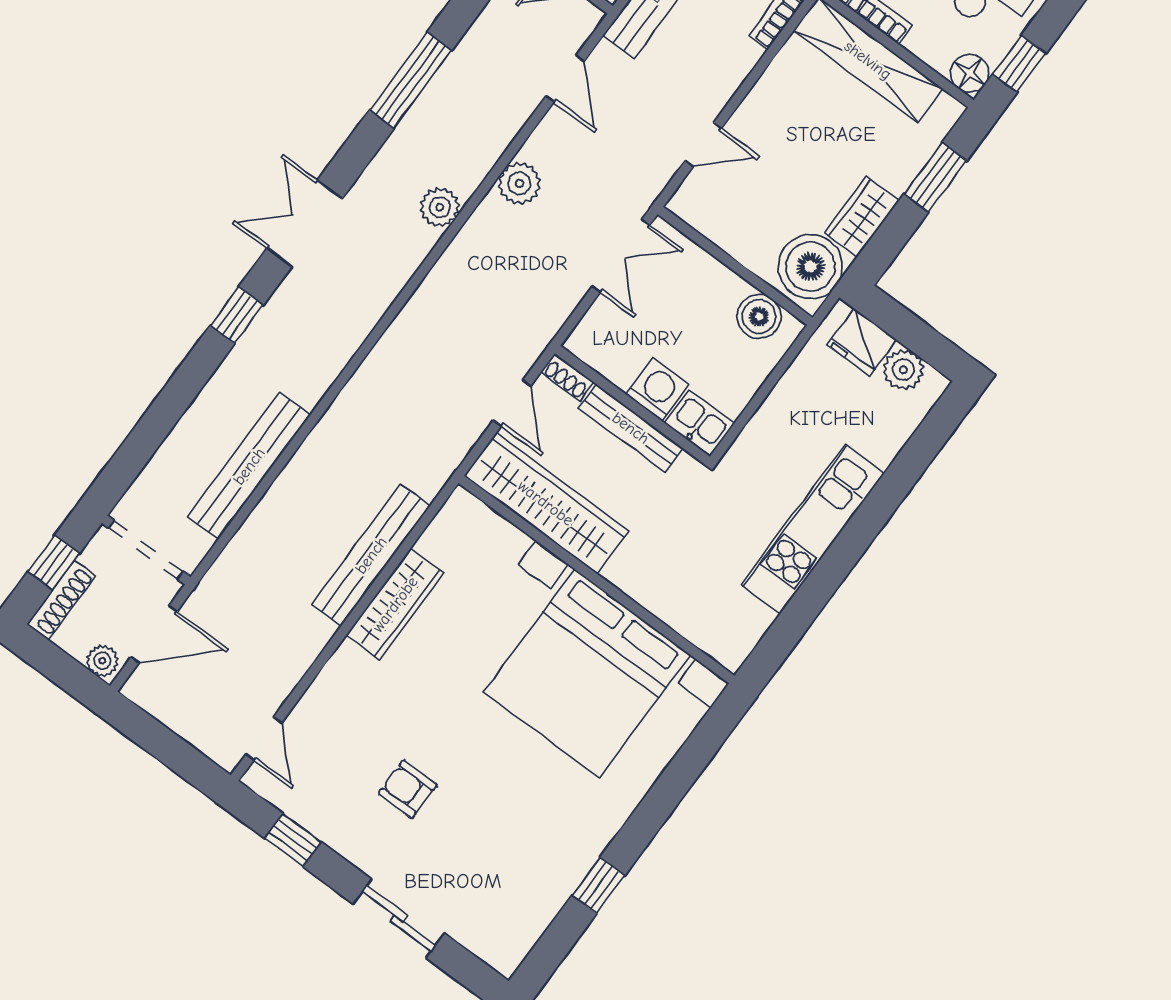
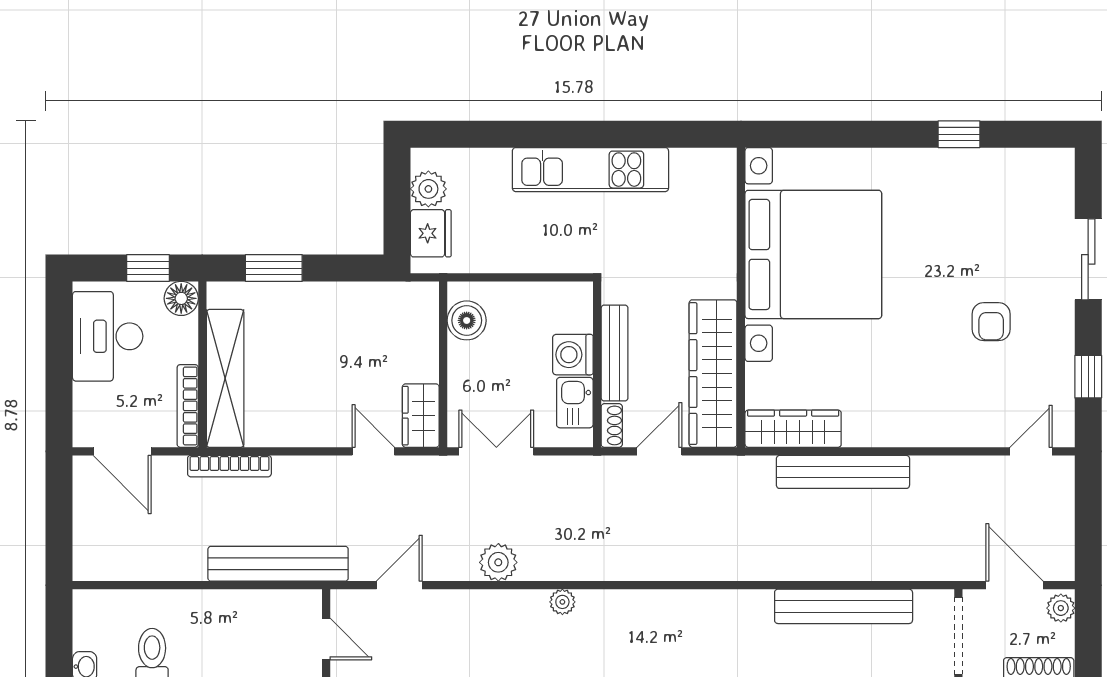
plant: (440, 207) -> (562, 602), width x0.73, depth x0.73
wardrobe: (862, 217) -> (421, 416), moved, turned 90
boiler: (810, 267) -> (404, 310), removed
kitchen sink: (699, 423) -> (575, 403), moved
wardrobe: (395, 604) -> (793, 429), moved

